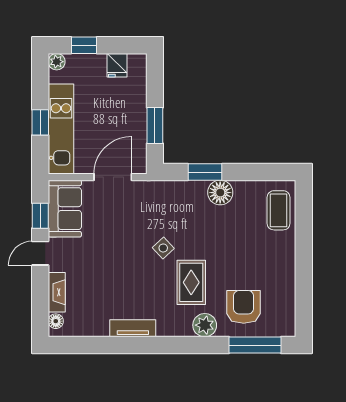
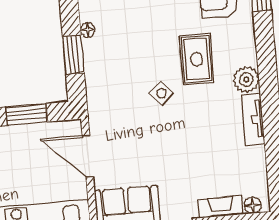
floor lamp: (220, 193) -> (87, 30), width x0.53, depth x0.53
rug: (191, 282) -> (197, 59), turned 90
plant: (205, 325) -> (246, 80), moved

